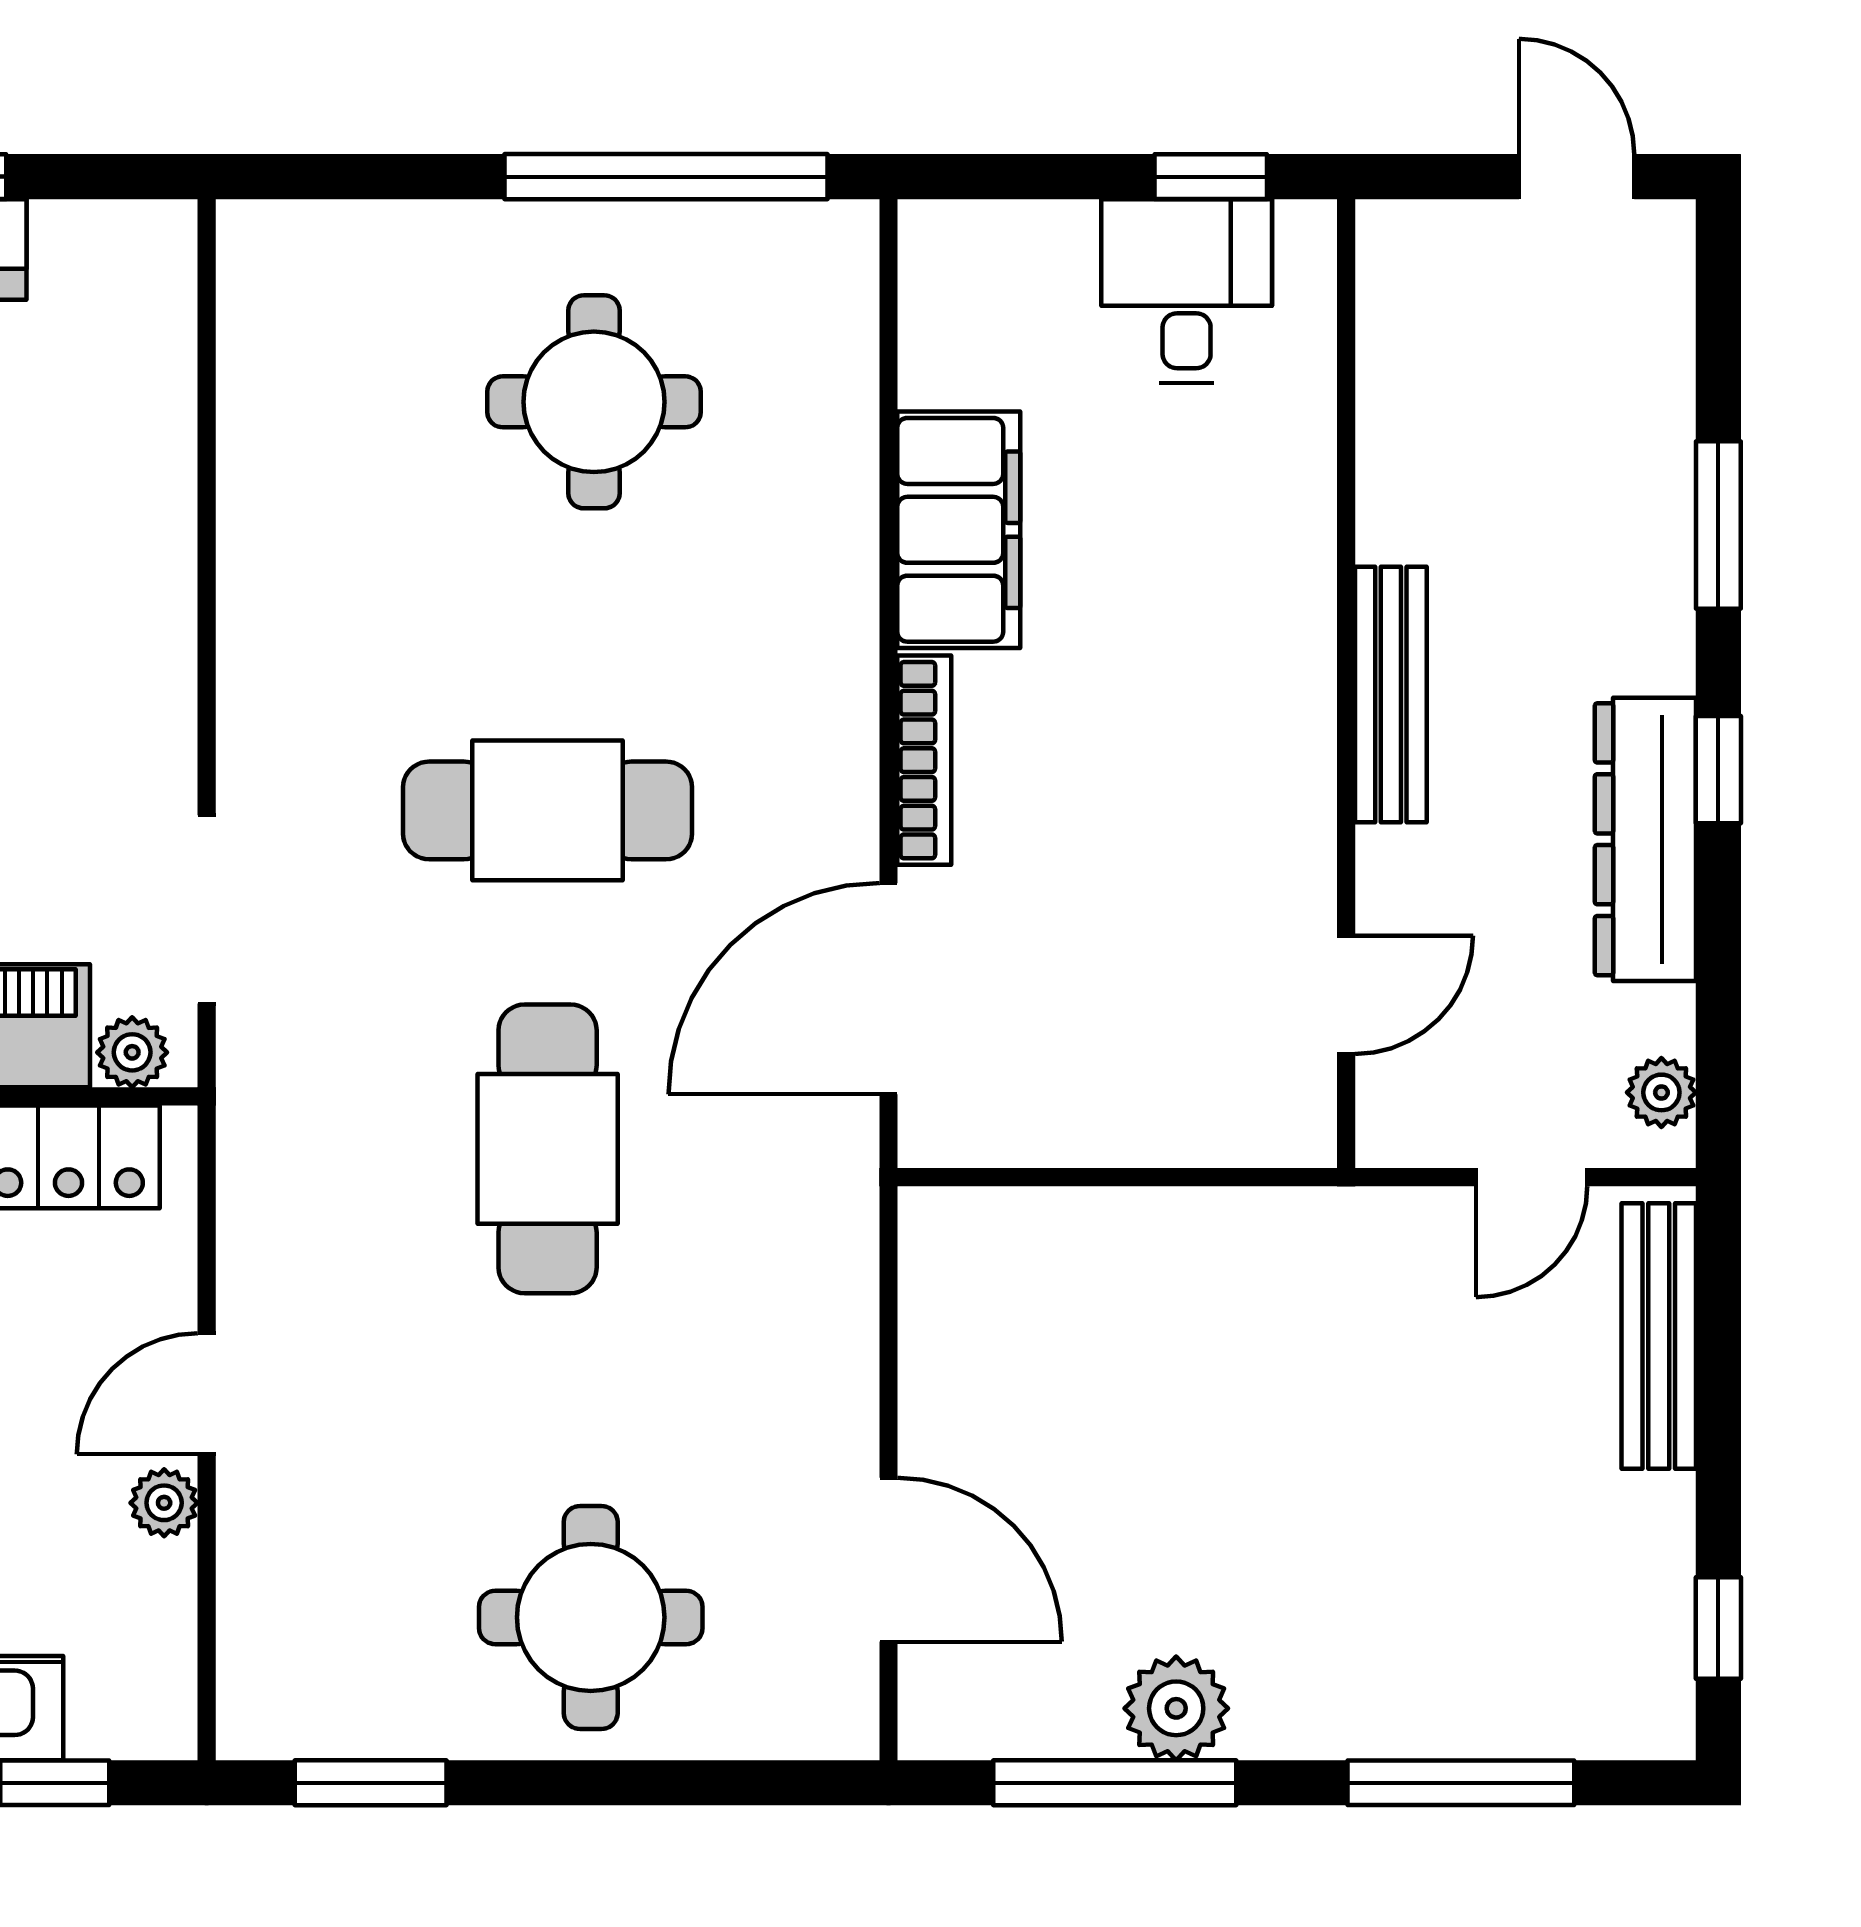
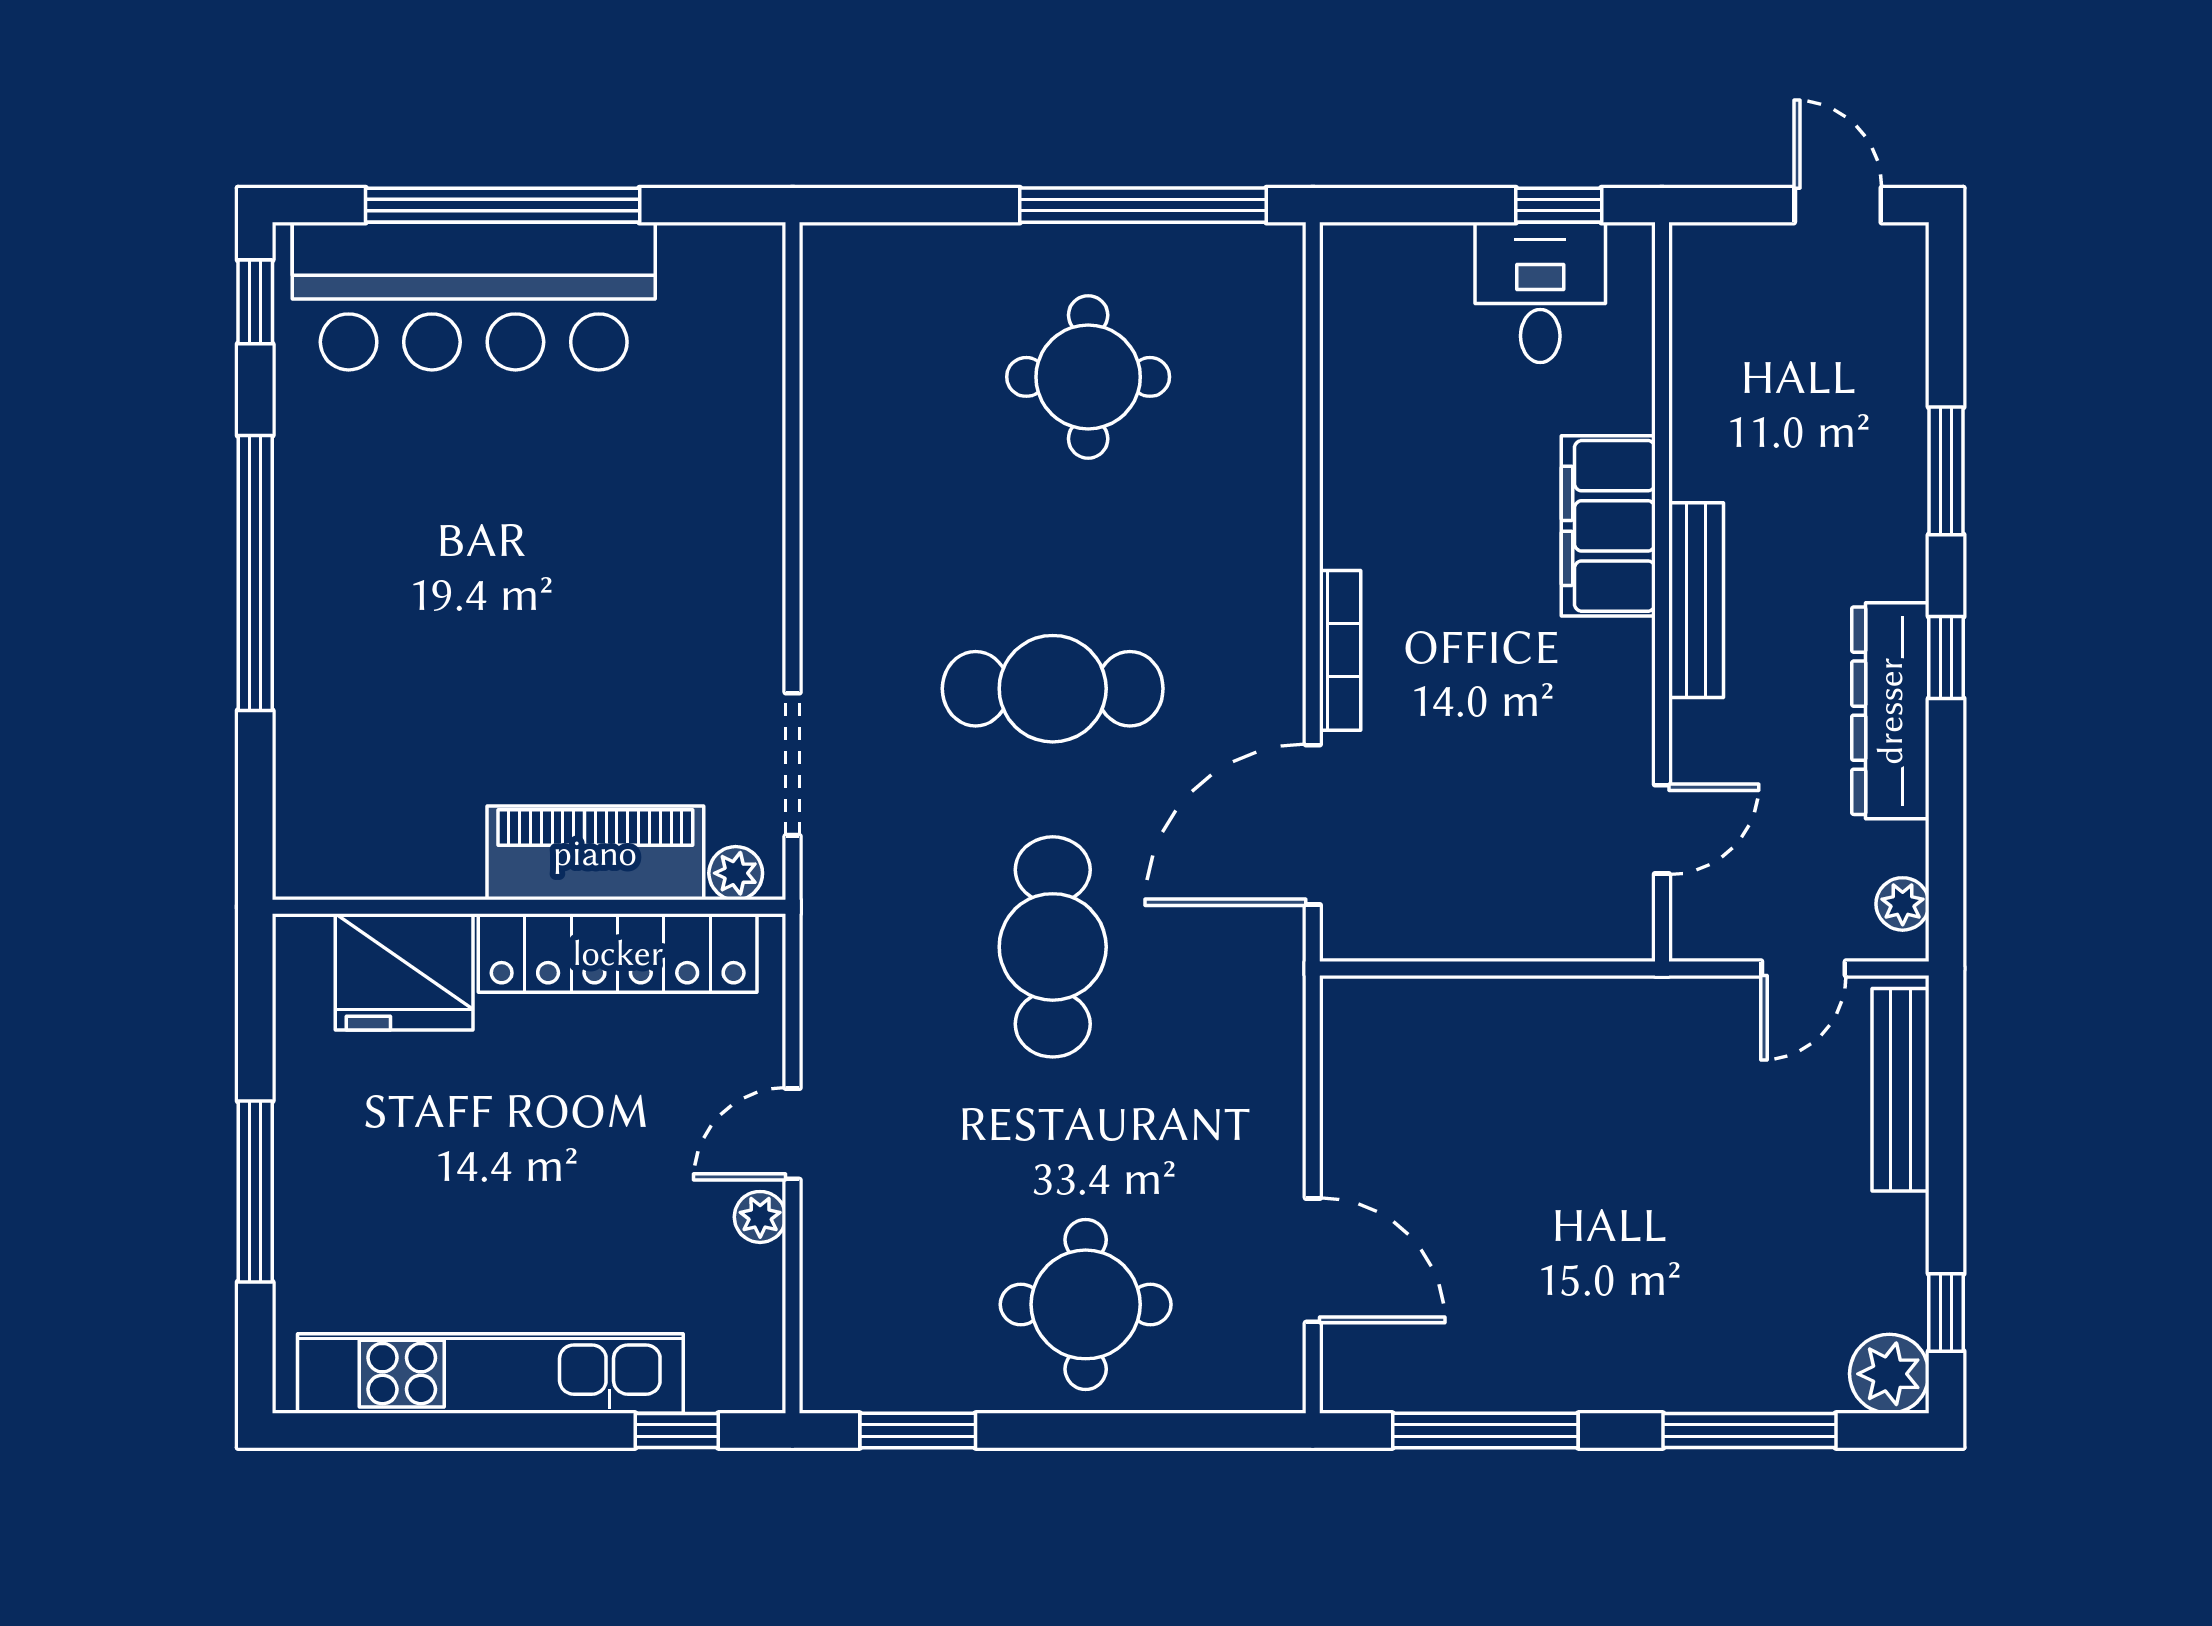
filing cabinet: (959, 530) -> (1608, 526), moved, turned 180
plant: (1176, 1708) -> (1889, 1374), moved

